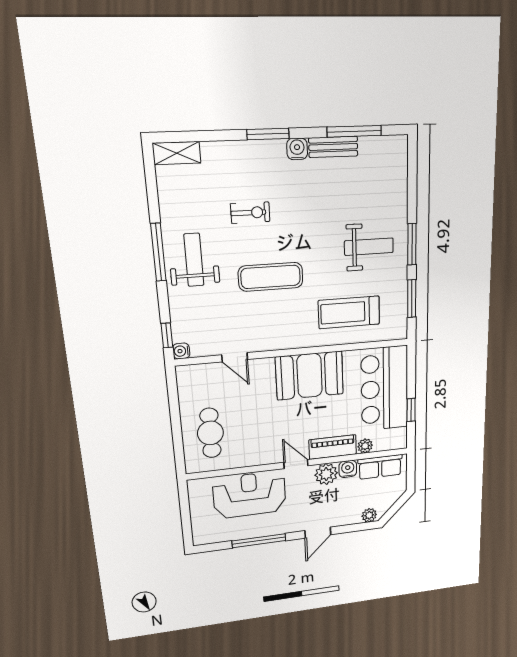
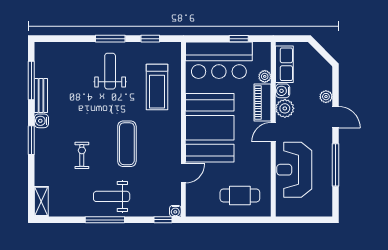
window: (412, 299) -> (150, 39), width x0.67
booth: (310, 376) -> (210, 128), width x1.36, depth x1.42
plant: (369, 515) -> (326, 97), moved

